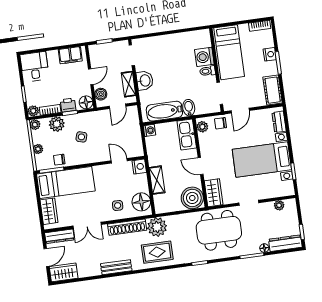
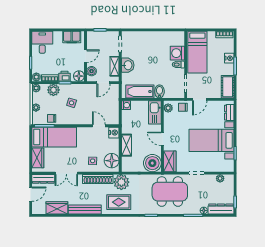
bench: (116, 267) -> (85, 209), width x1.36
wardrobe: (64, 272) -> (57, 208), moved

